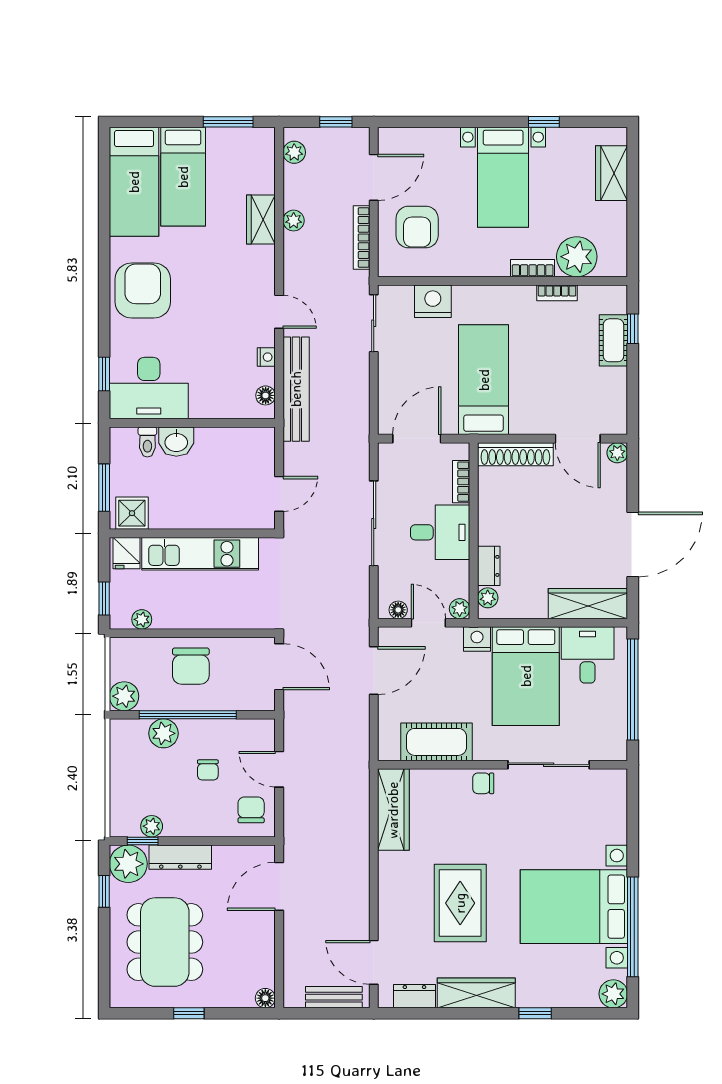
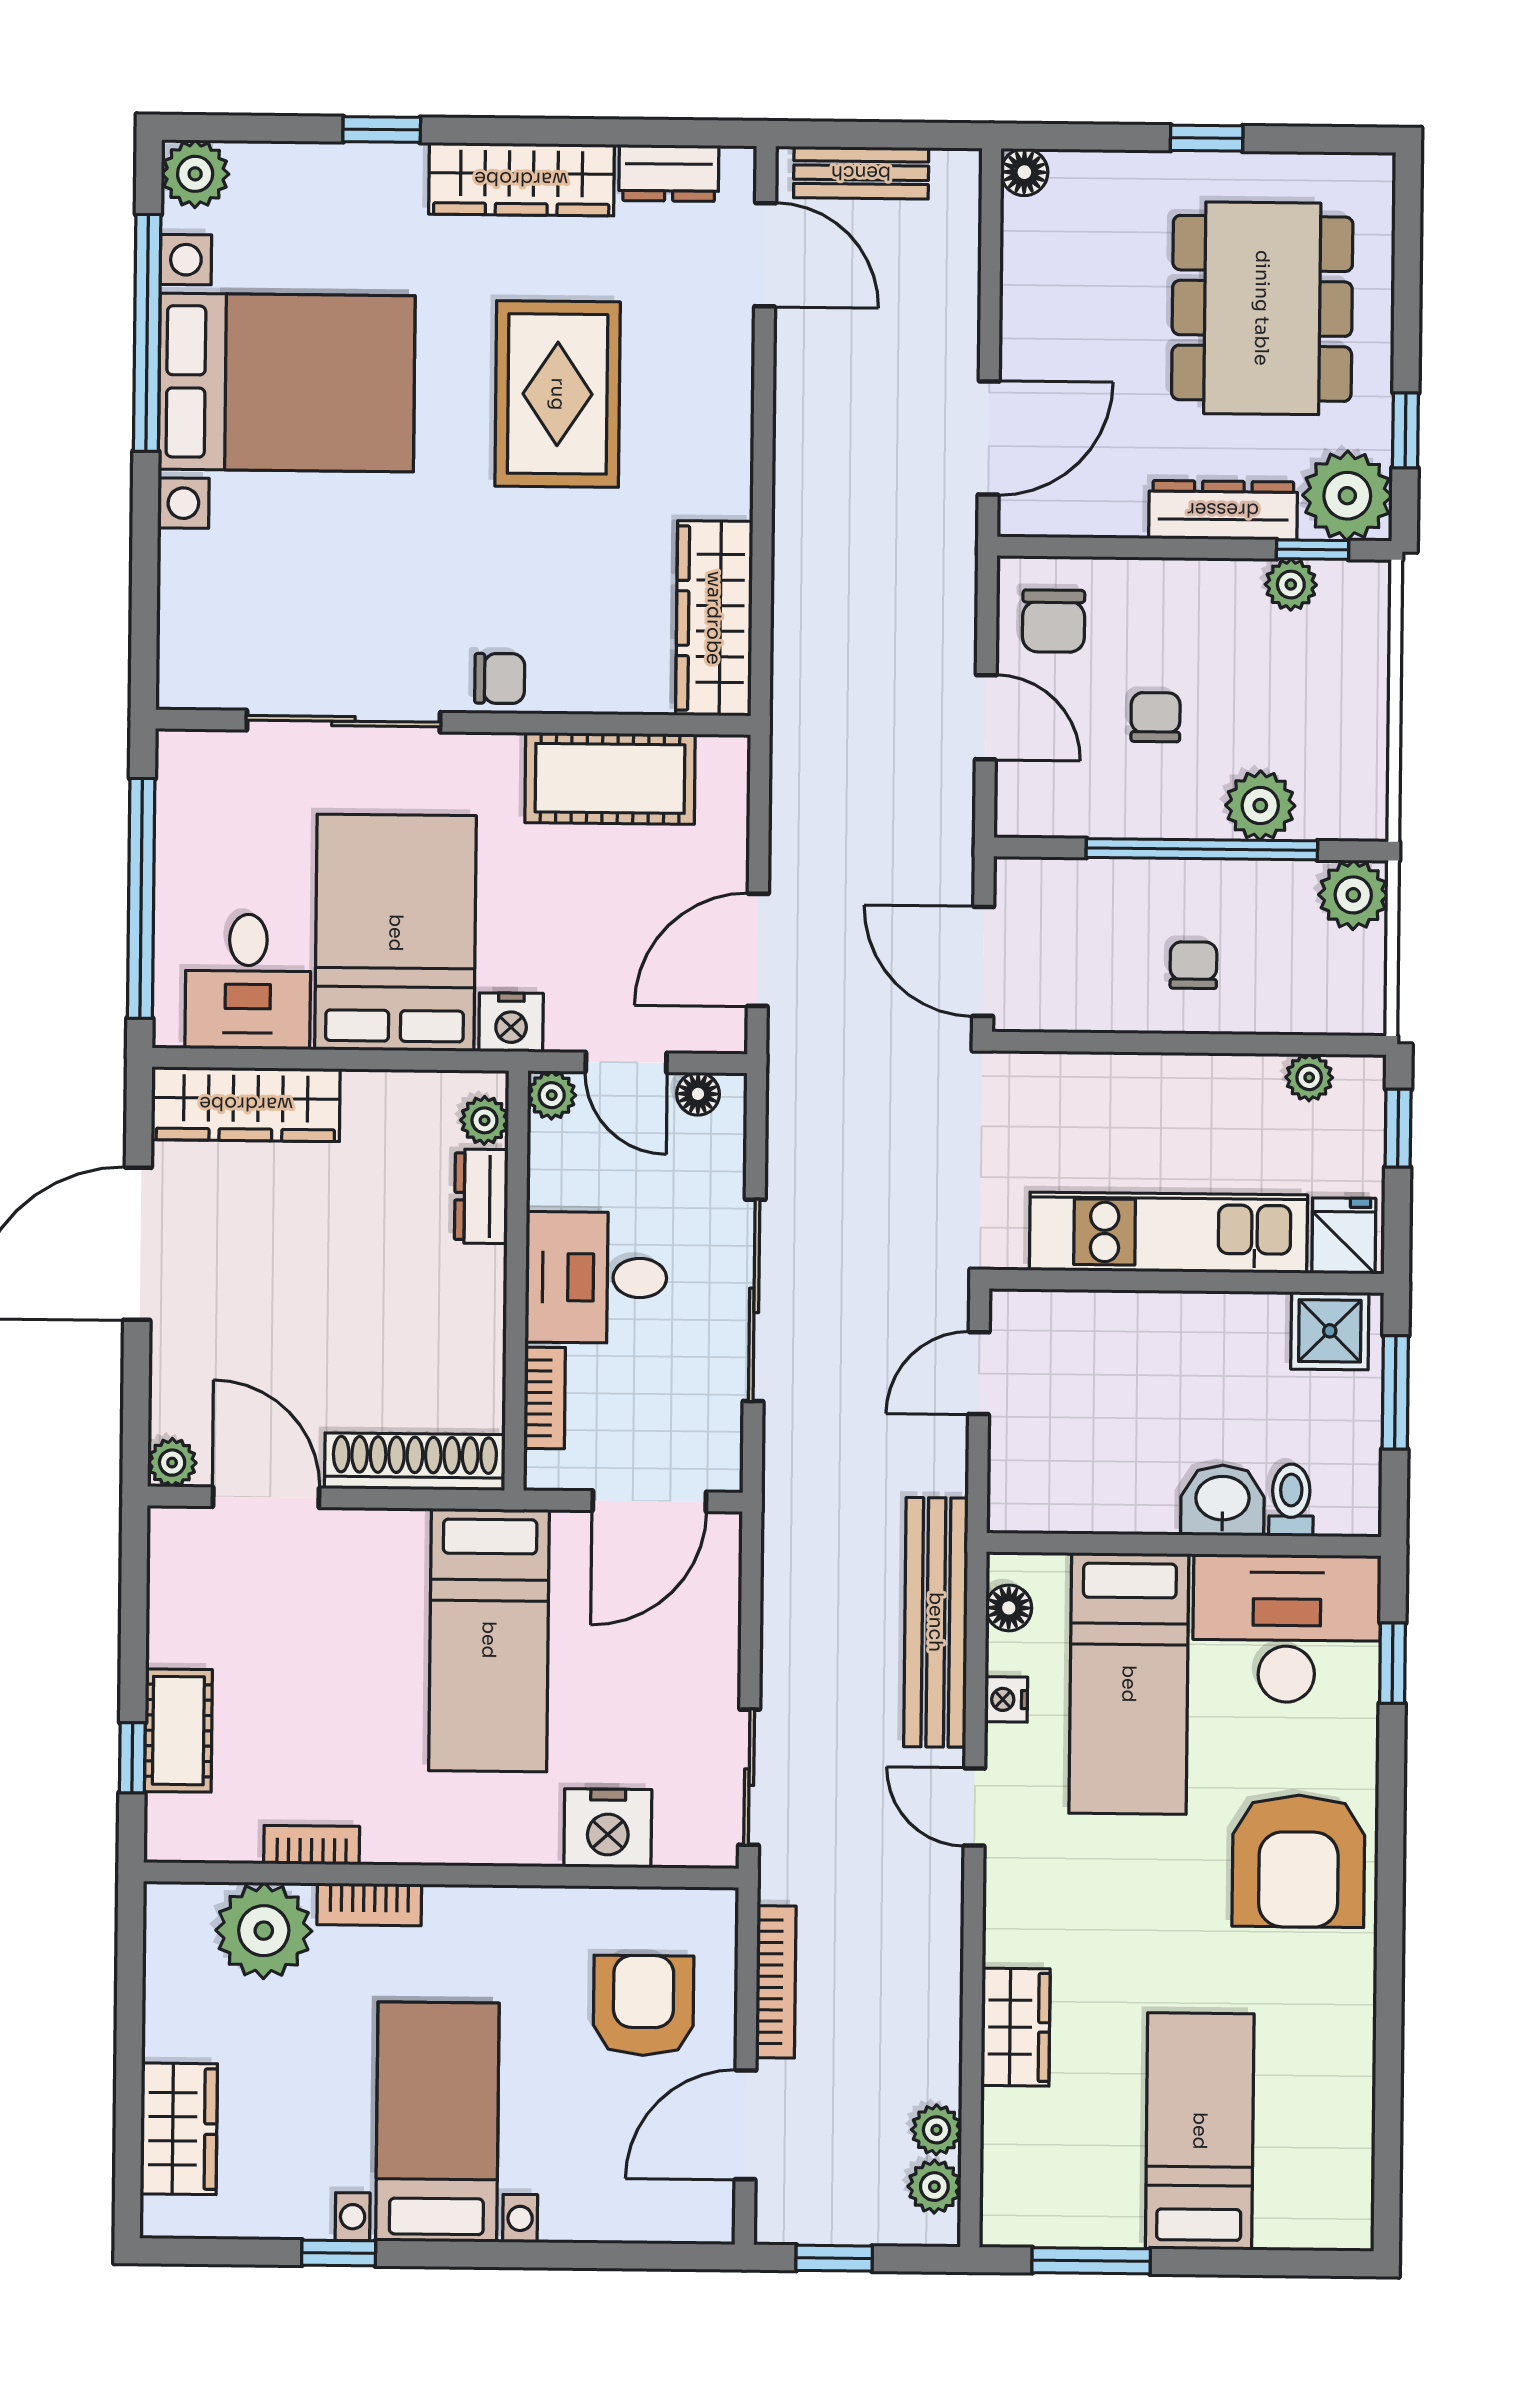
bed: (134, 182) -> (1129, 1684), moved, turned 180
plant: (294, 221) -> (936, 2130), moved
chair: (191, 666) -> (1193, 965), width x0.54, depth x0.54

